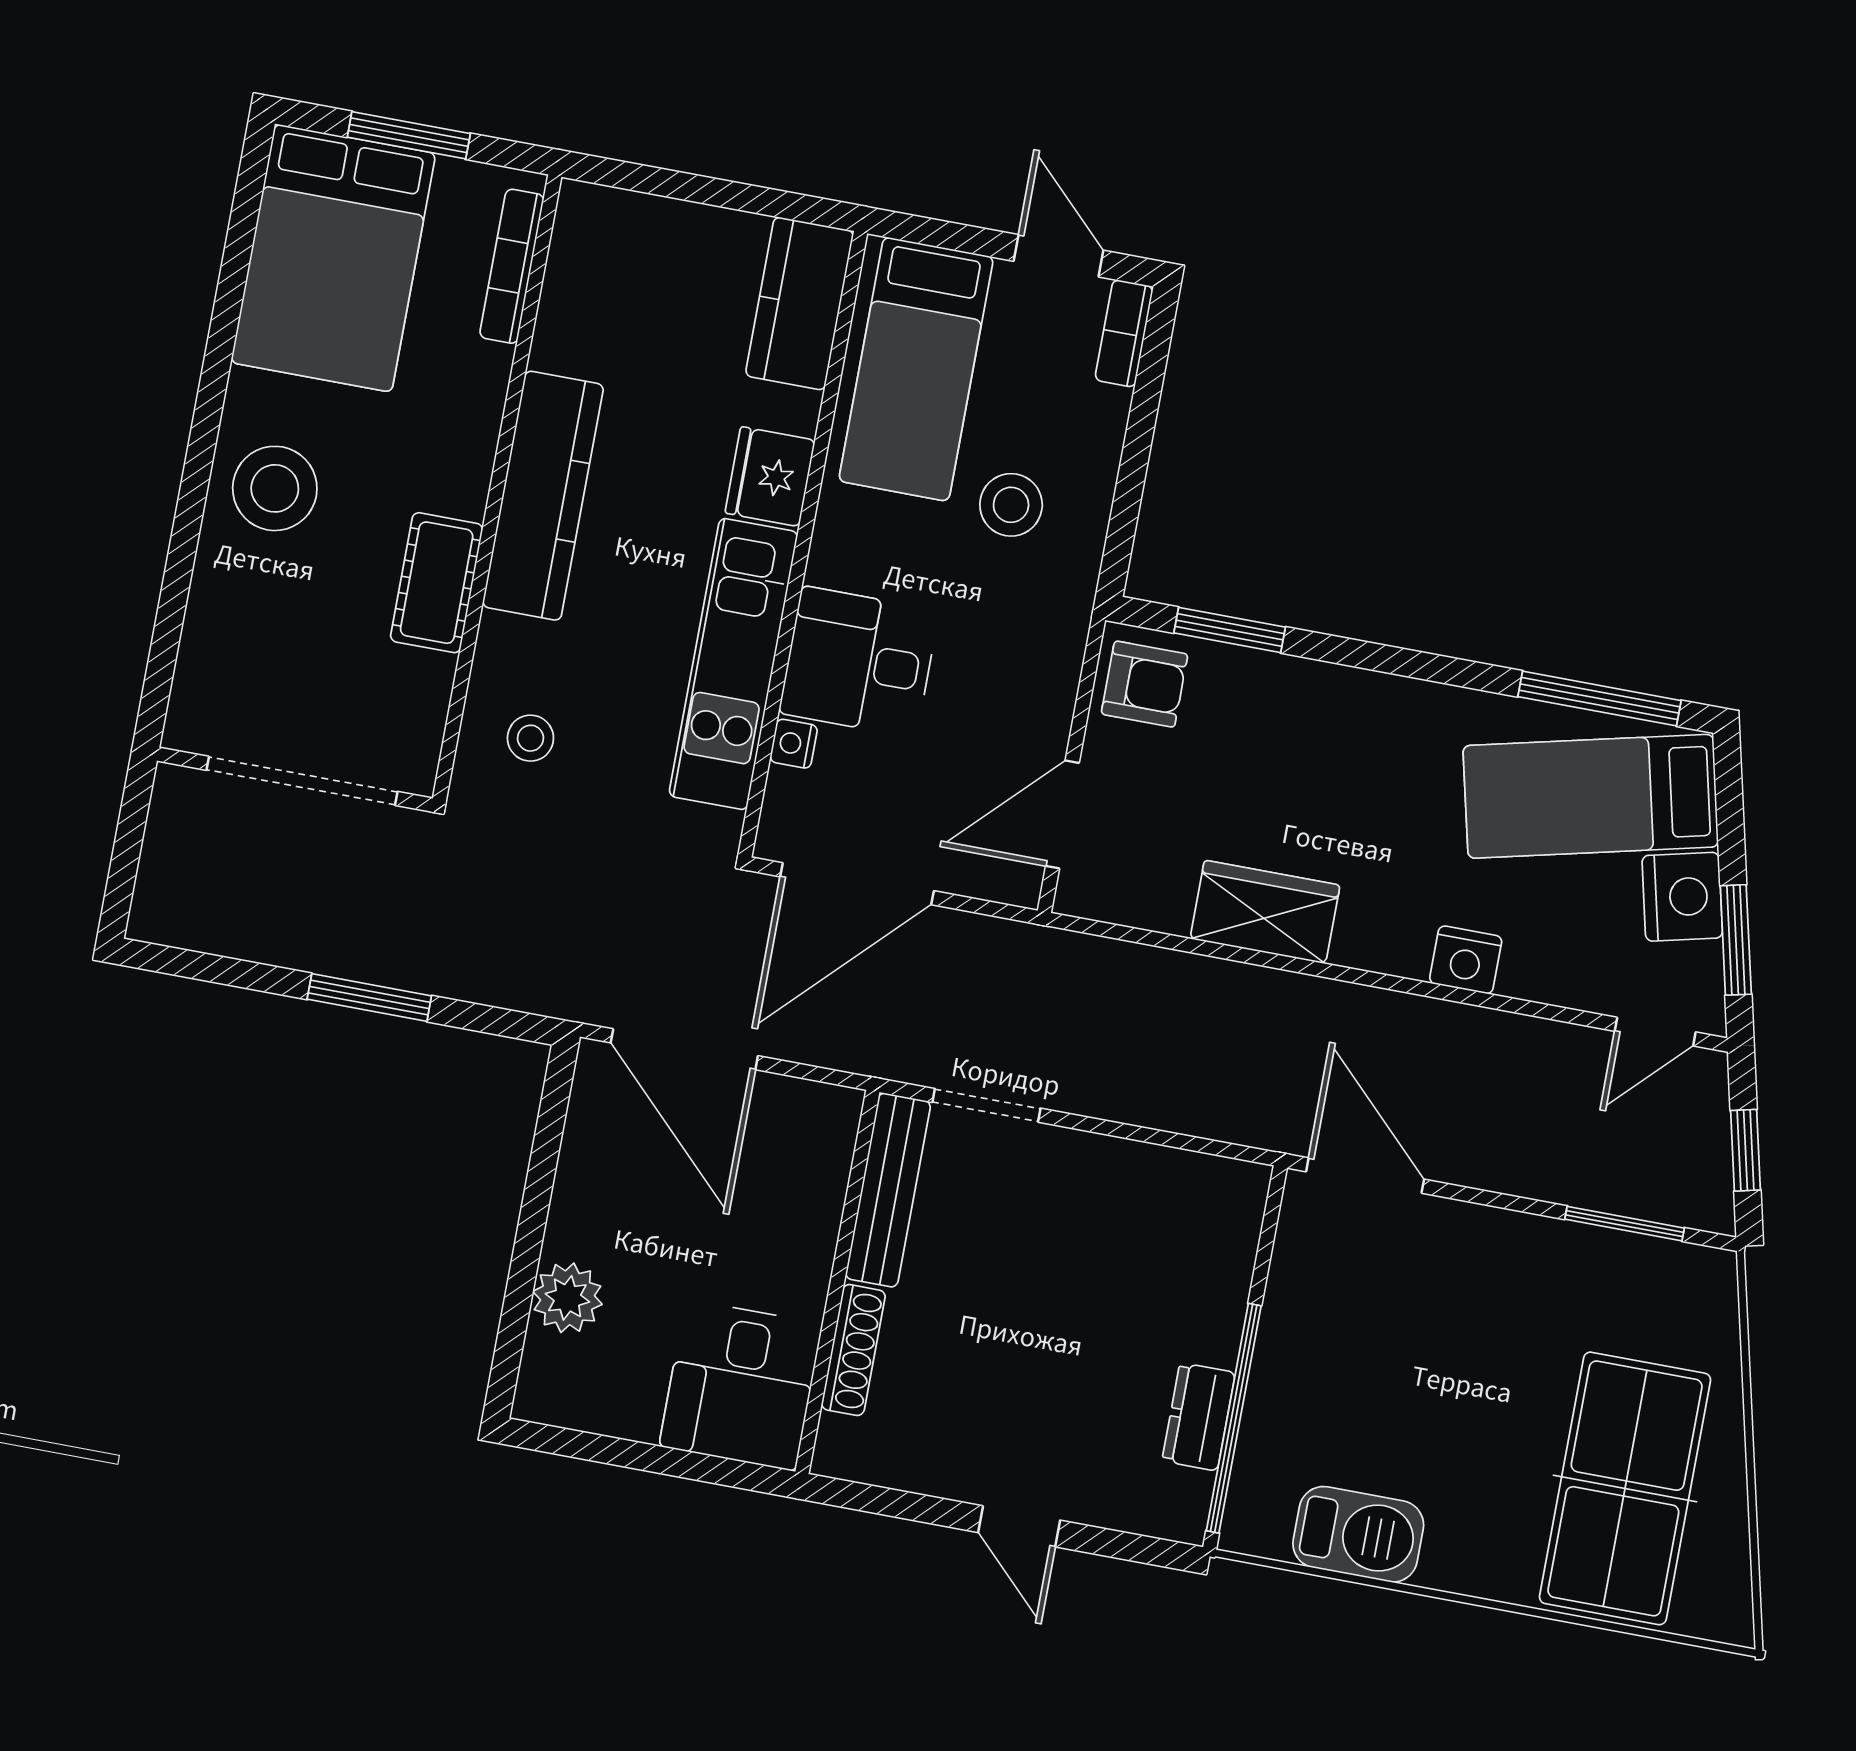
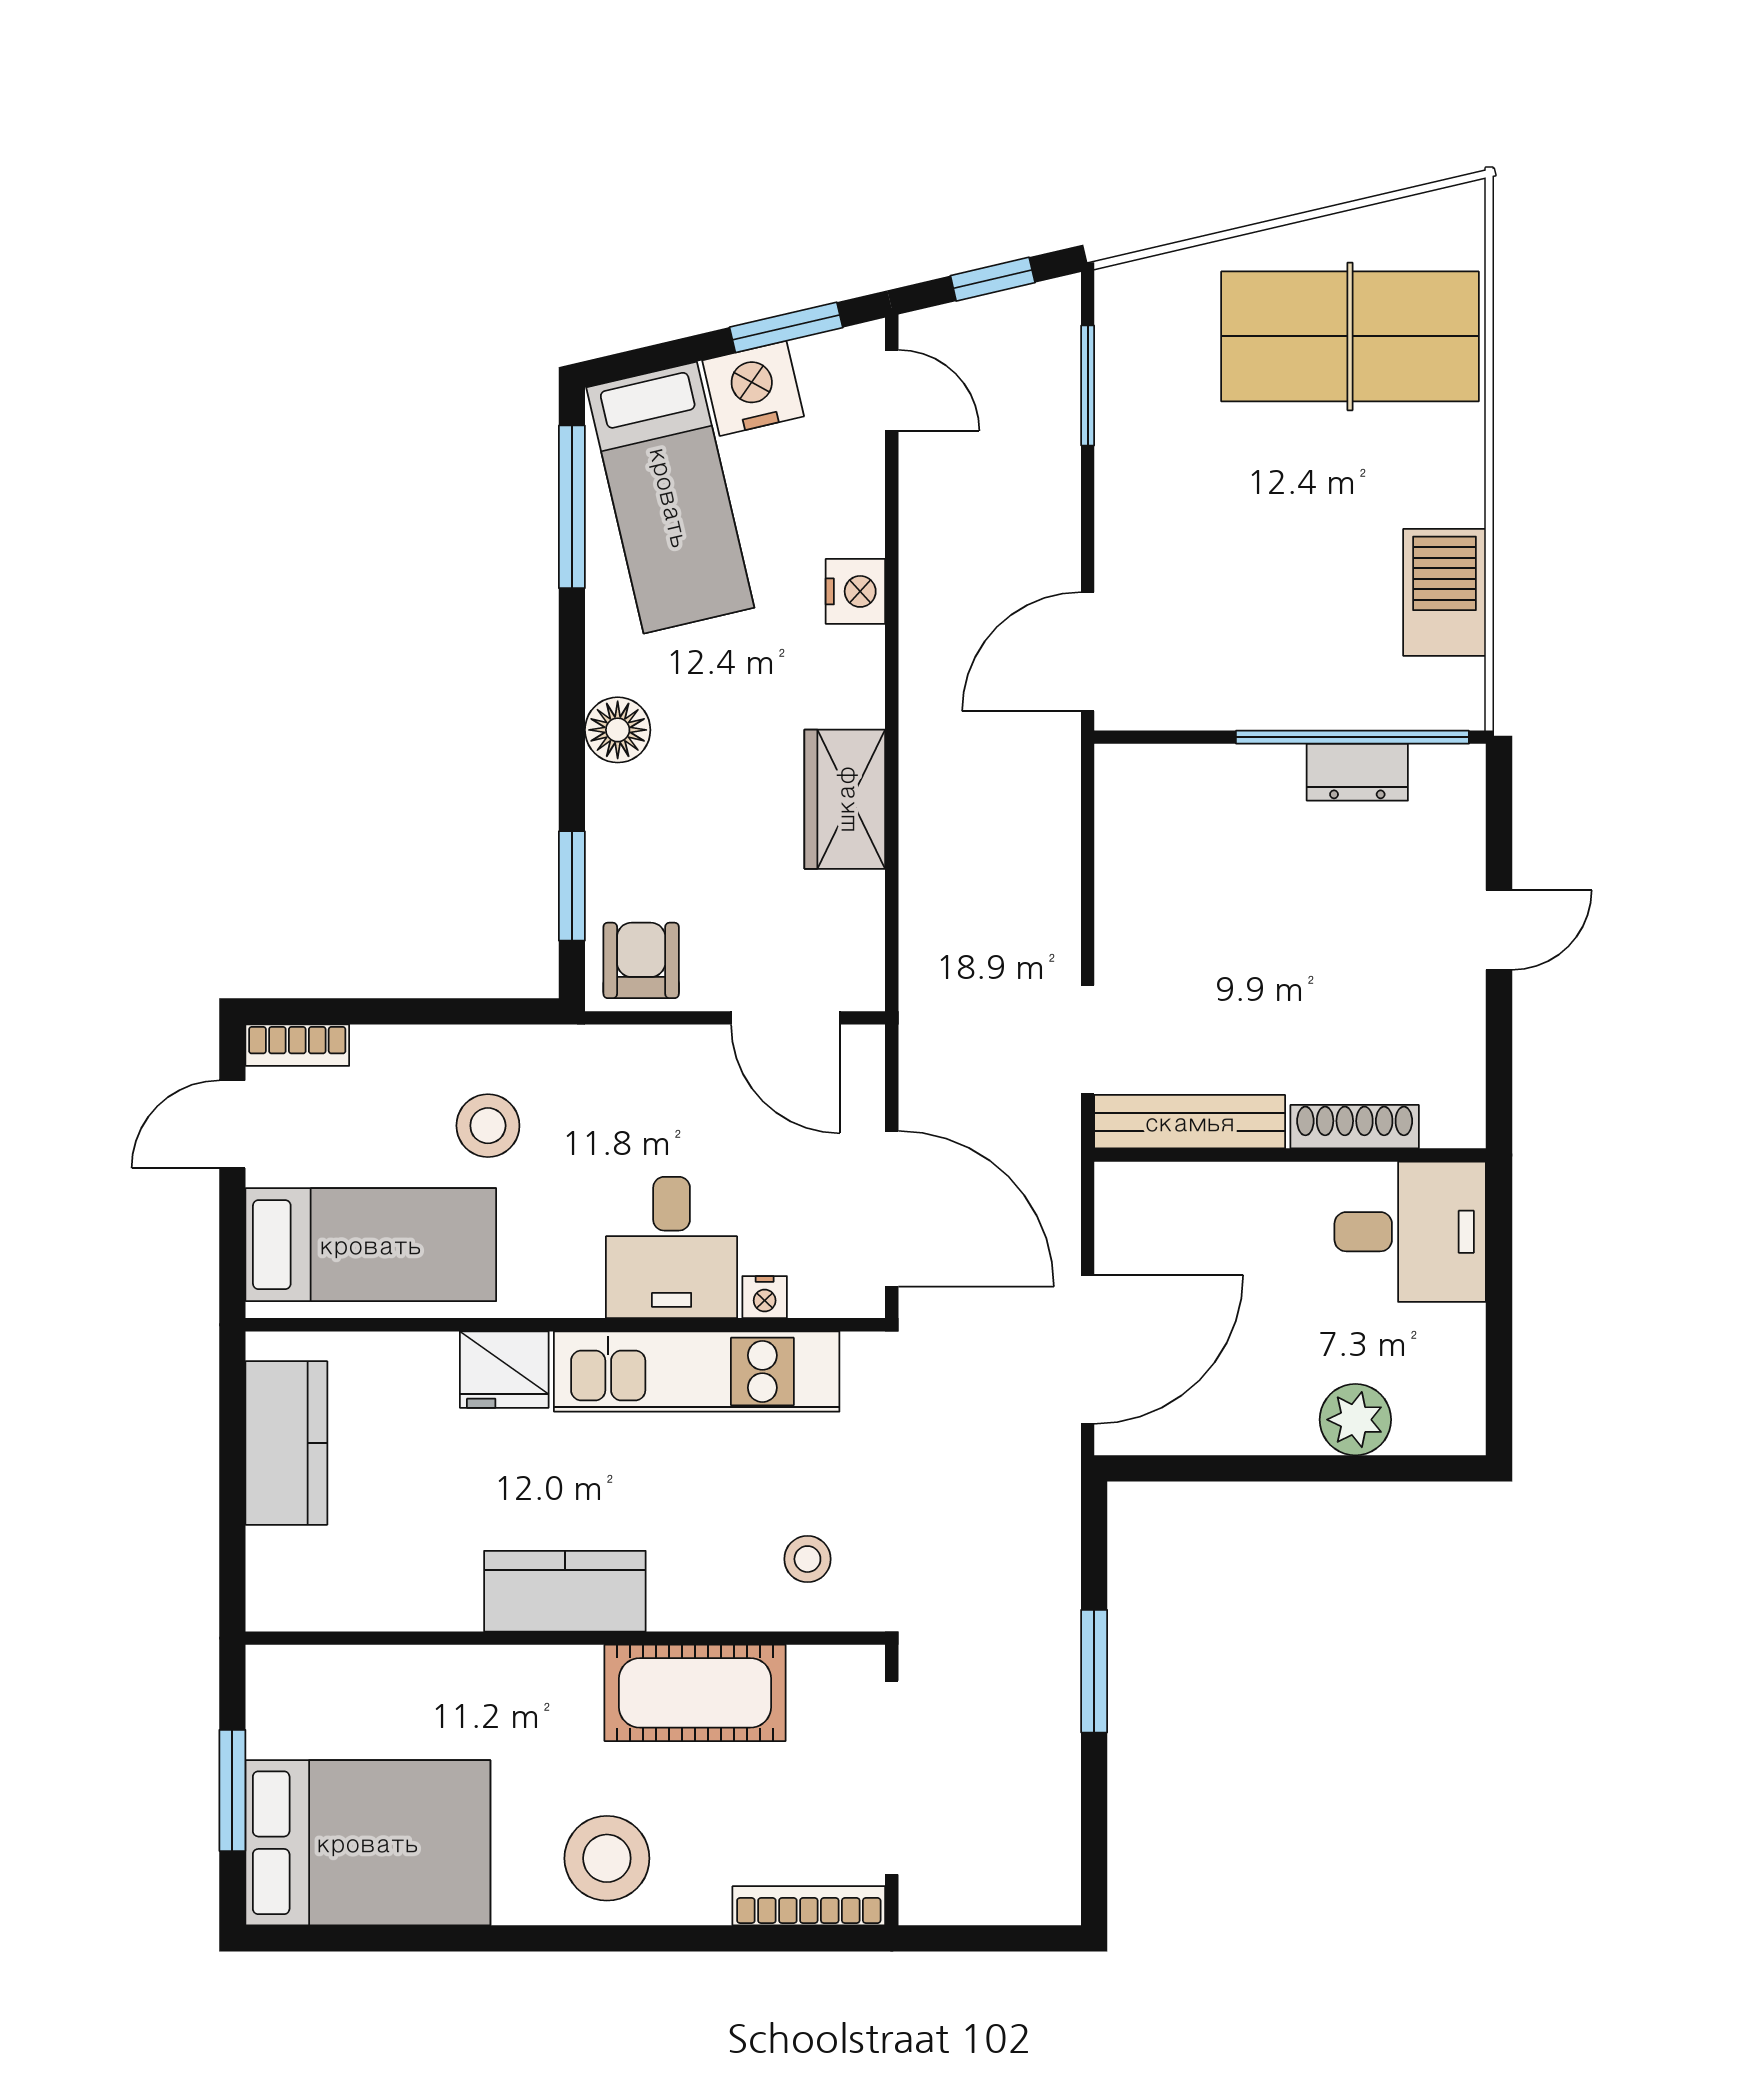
bookcase: (512, 266) -> (809, 1906), moved, turned 180
kitchen counter: (800, 303) -> (286, 1443), moved, turned -90
kitchen counter: (543, 496) -> (565, 1591), width x0.67
cot: (437, 583) -> (695, 1693), width x1.37, depth x1.34
floor lamp: (1374, 703) -> (618, 730), added

